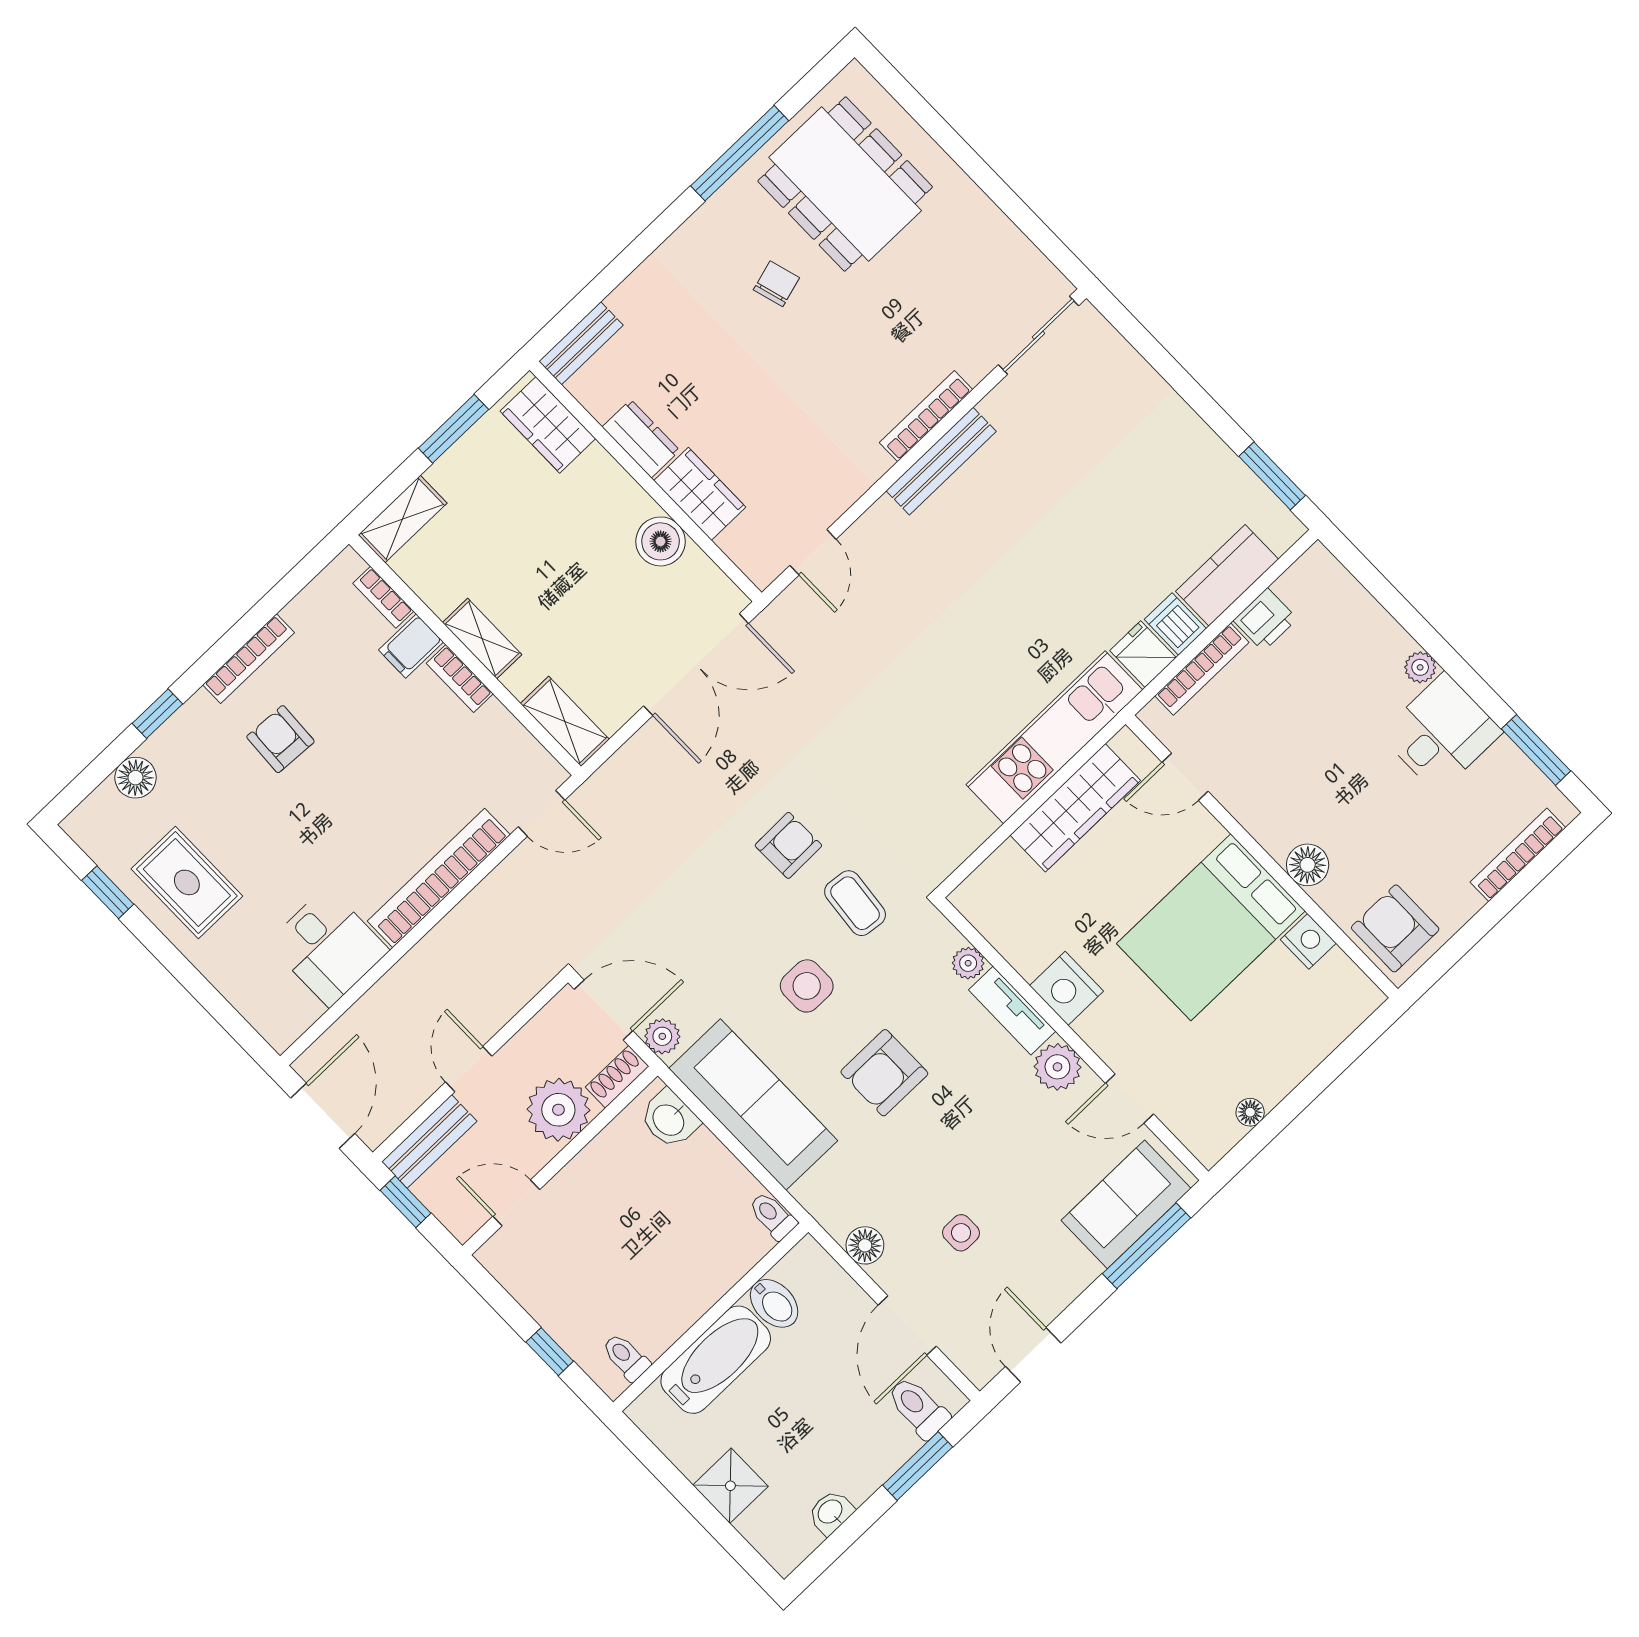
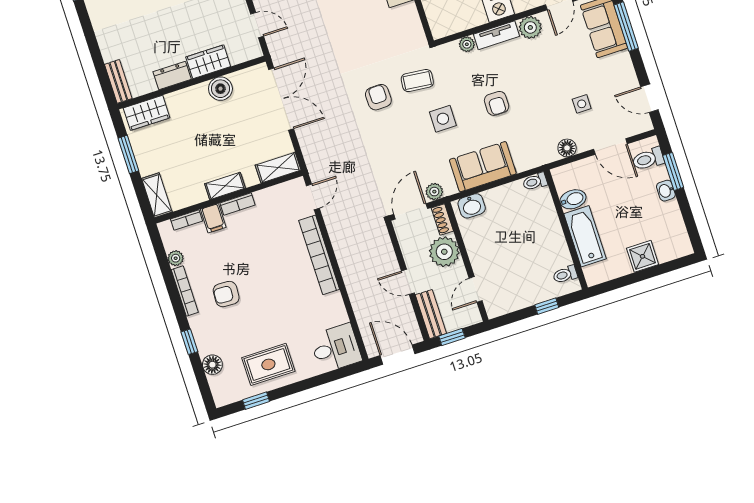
plant: (302, 612) -> (176, 258), added
desk: (328, 947) -> (336, 348), moved
armchair: (884, 1073) -> (497, 103), width x0.72, depth x0.72
sofa: (753, 1105) -> (483, 167), width x0.73
washbasin: (831, 1512) -> (666, 191), moved

